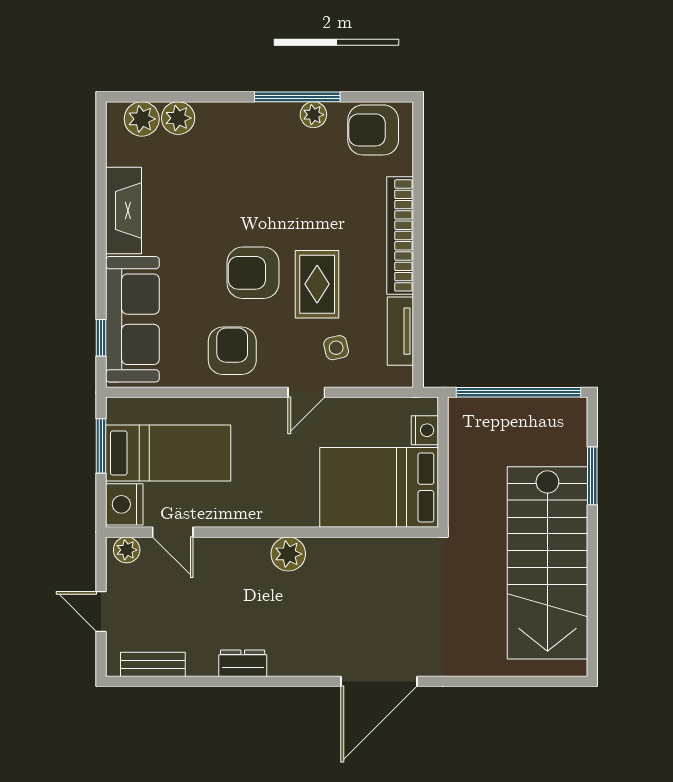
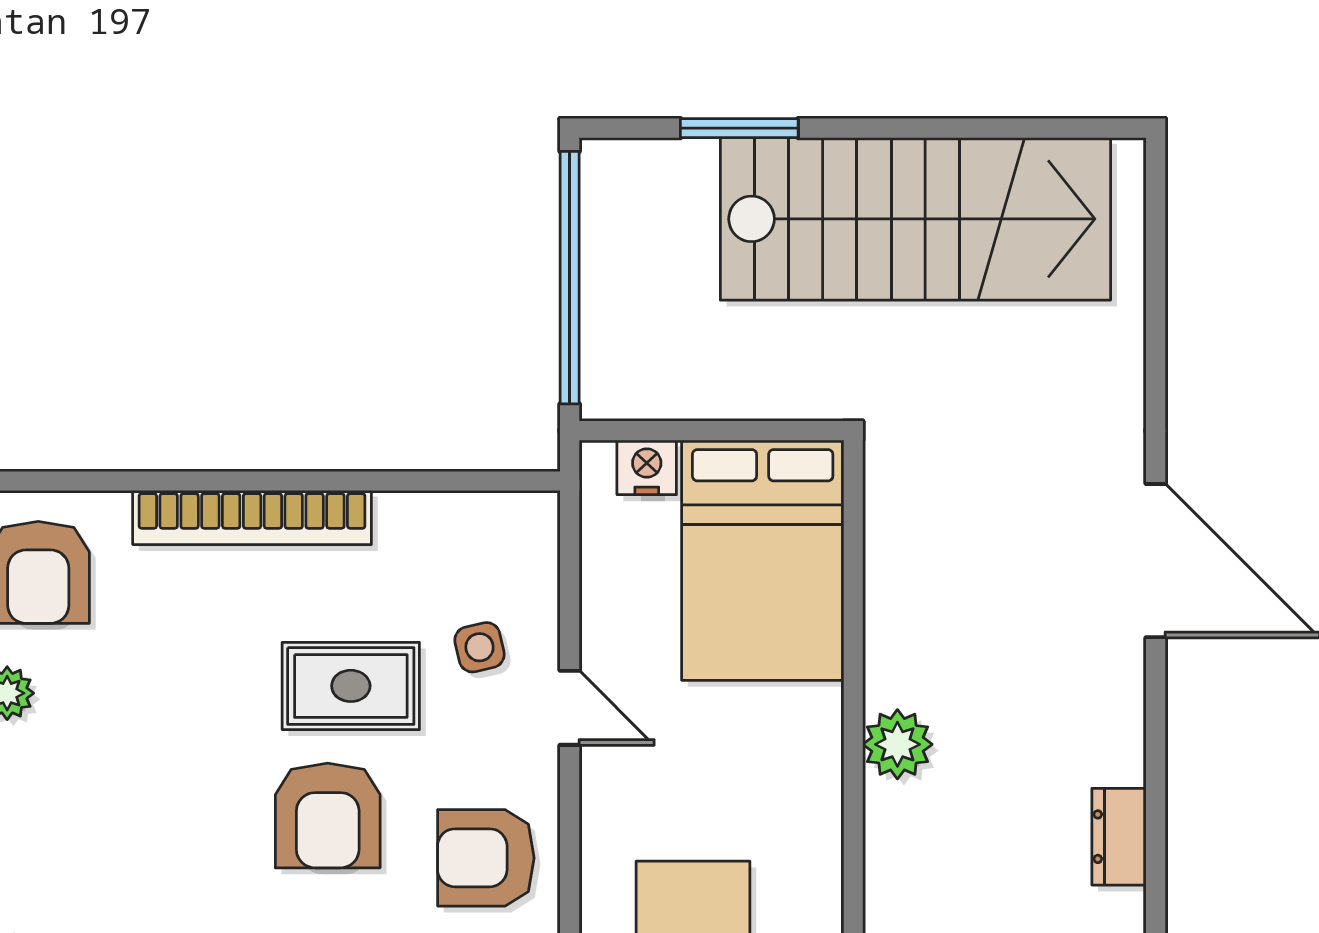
tv unit: (400, 331) -> (446, 517), removed

